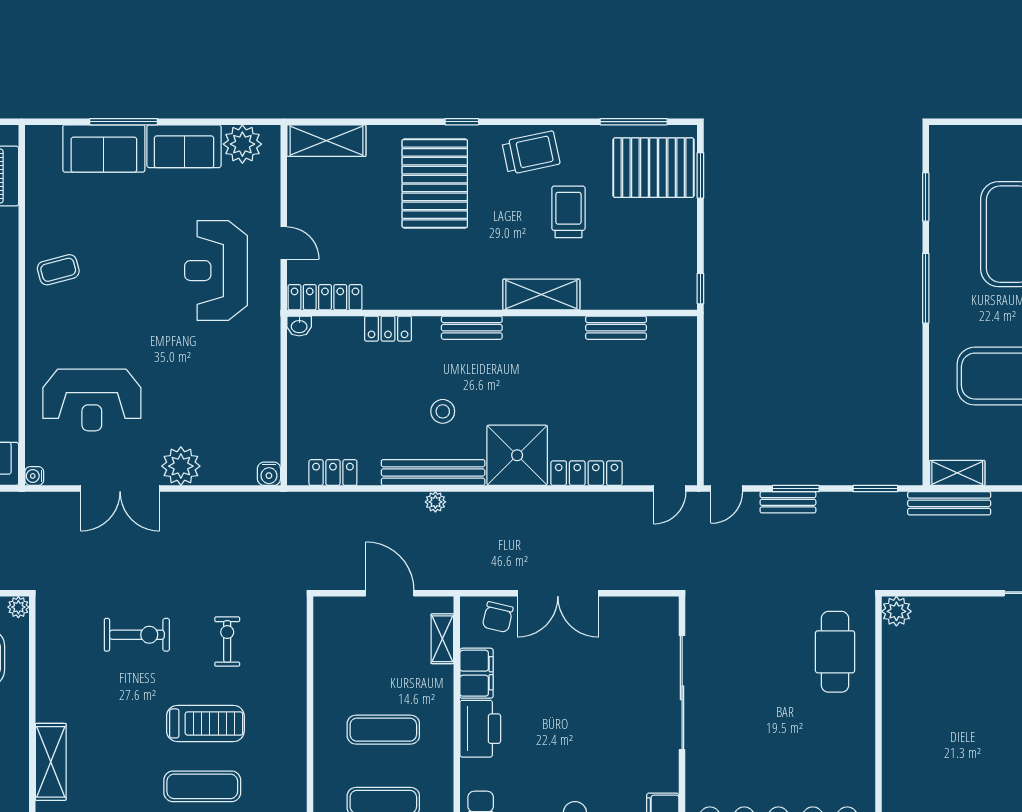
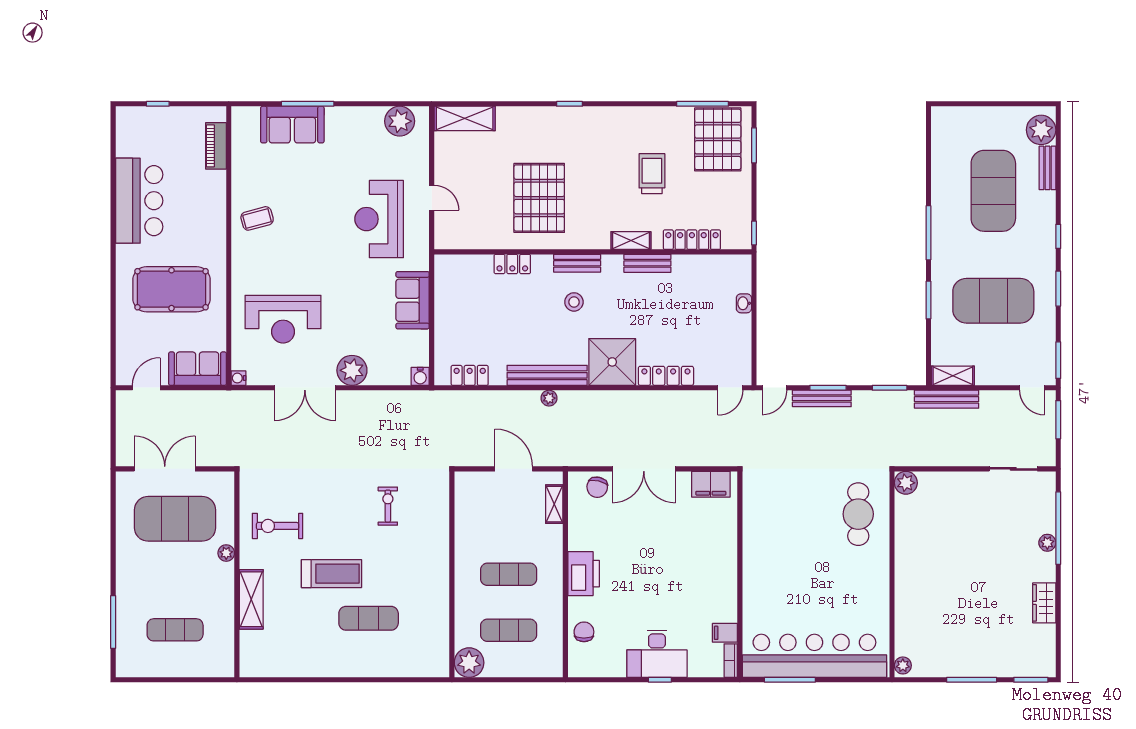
sofa: (184, 146) -> (413, 300), moved, turned 90
trolley: (531, 153) -> (623, 128), removed
pallet: (653, 168) -> (718, 139), turned 90
pallet: (435, 183) -> (539, 198), moved
window: (926, 197) -> (928, 300), moved
shelving: (541, 294) -> (631, 240), width x0.67, depth x0.75
locker: (325, 297) -> (692, 240), moved
washbasin: (299, 326) -> (744, 303), moved, turned 90
bench: (616, 328) -> (647, 263), moved
stool: (443, 411) -> (574, 302), moved
bench: (788, 502) -> (822, 398), width x1.36
plant: (18, 607) -> (226, 553), moved
exercise bike: (137, 635) -> (278, 526), moved, turned 180
filing cabinet: (476, 673) -> (711, 484), moved, turned 90
sliding door: (682, 693) -> (740, 546), removed
treadmill: (205, 723) -> (331, 574), moved

